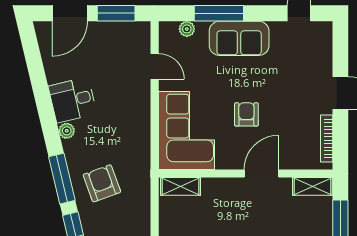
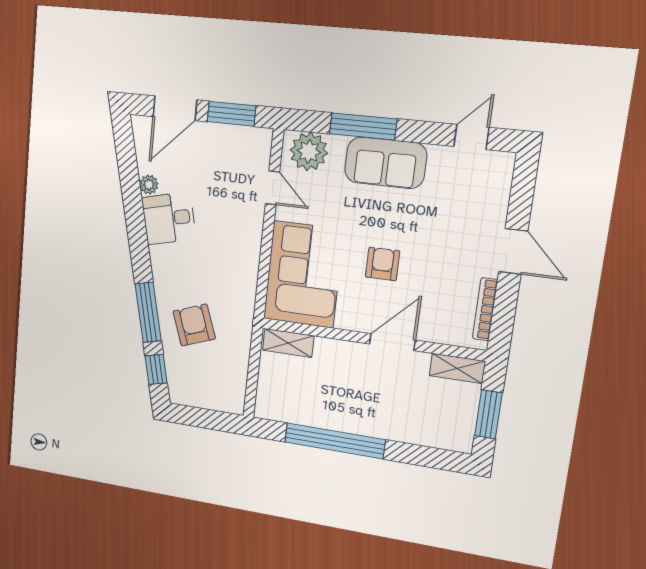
plant: (187, 29) -> (309, 151), width x1.88, depth x1.88
plant: (67, 131) -> (149, 185), moved

